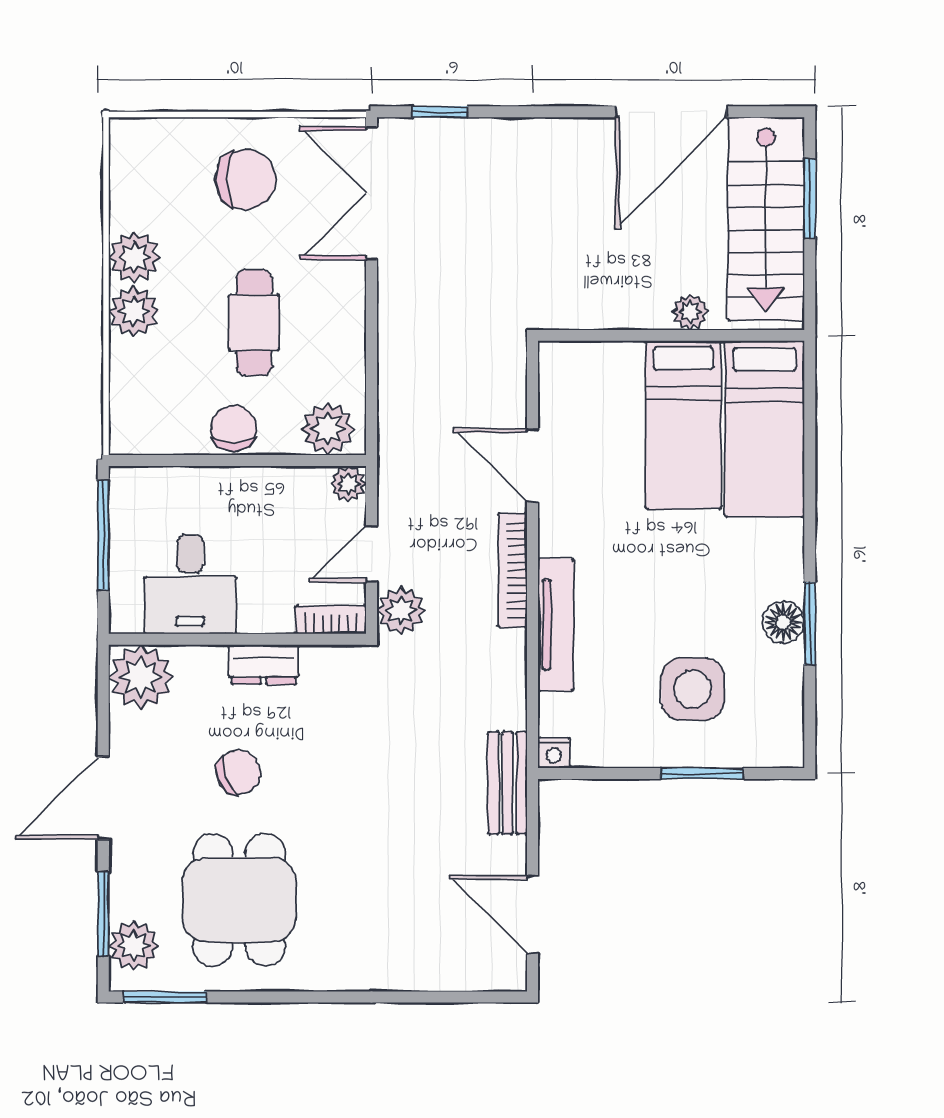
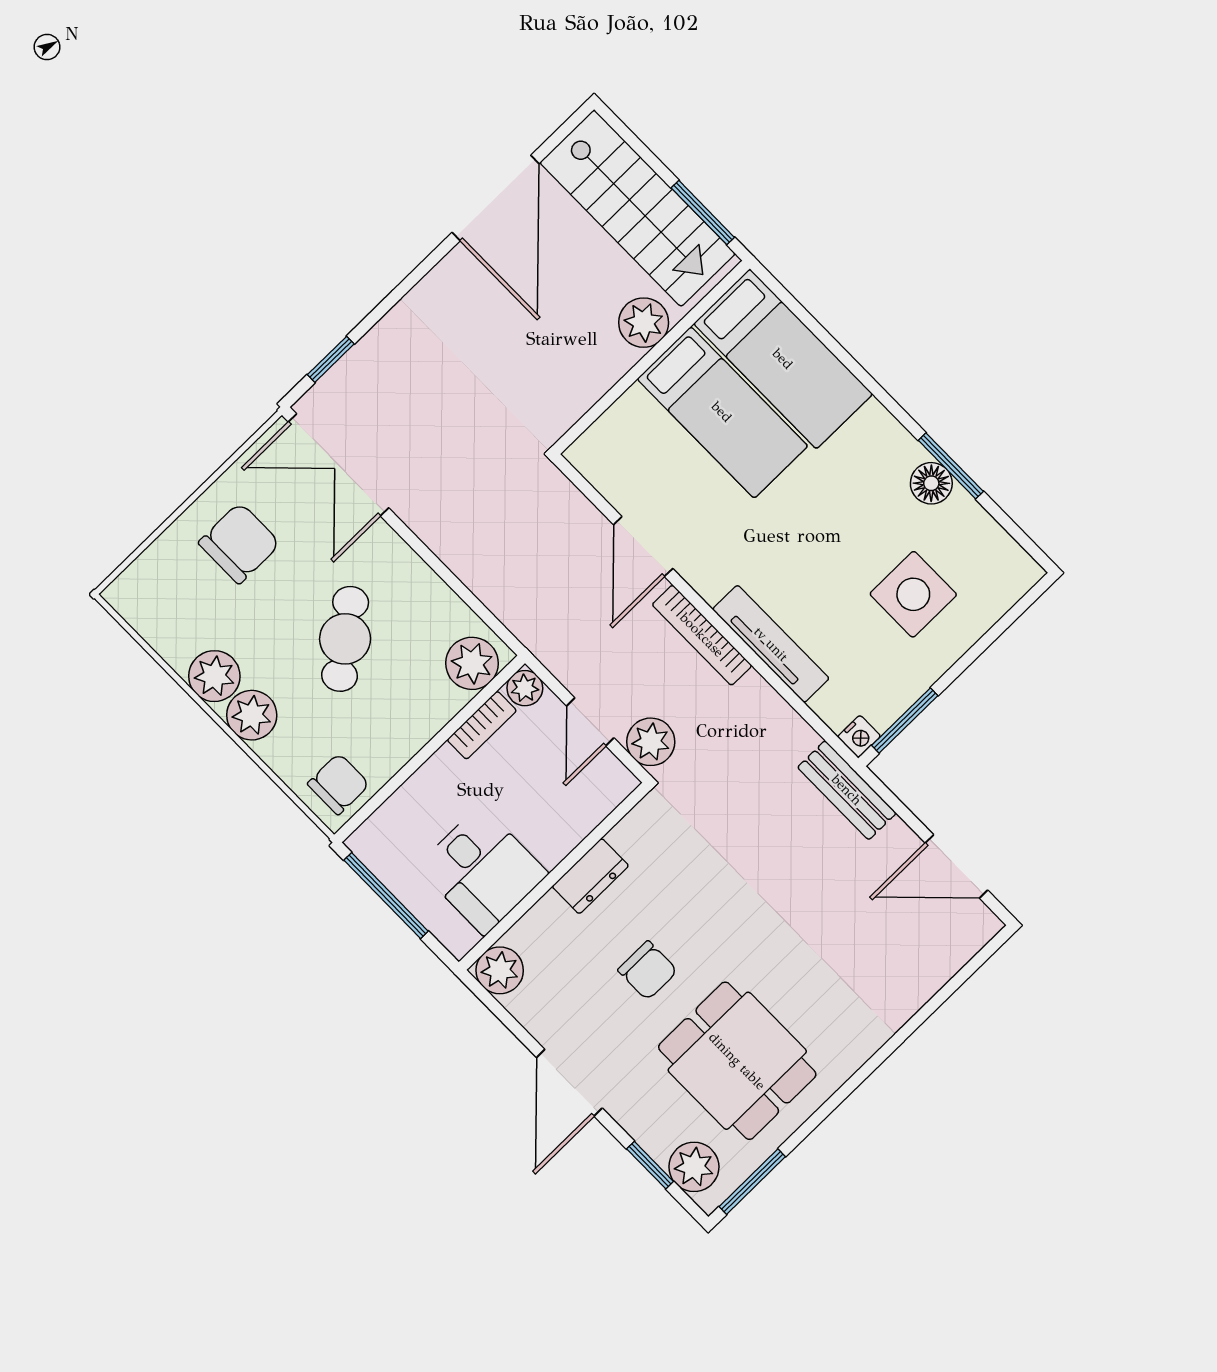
window: (810, 199) -> (703, 213), moved
plant: (690, 312) -> (644, 323), width x1.38, depth x1.38
cafe table: (254, 322) -> (345, 639), turned 53
chair: (234, 428) -> (338, 784), moved, turned 90
door: (533, 465) -> (643, 547), hinge flipped
bookcase: (331, 620) -> (482, 725), moved, turned 180
plant: (141, 677) -> (500, 970), width x0.73, depth x0.73
chair: (238, 772) -> (648, 970), turned 110
window: (702, 773) -> (905, 720), moved
window: (103, 913) -> (650, 1165), width x0.67

